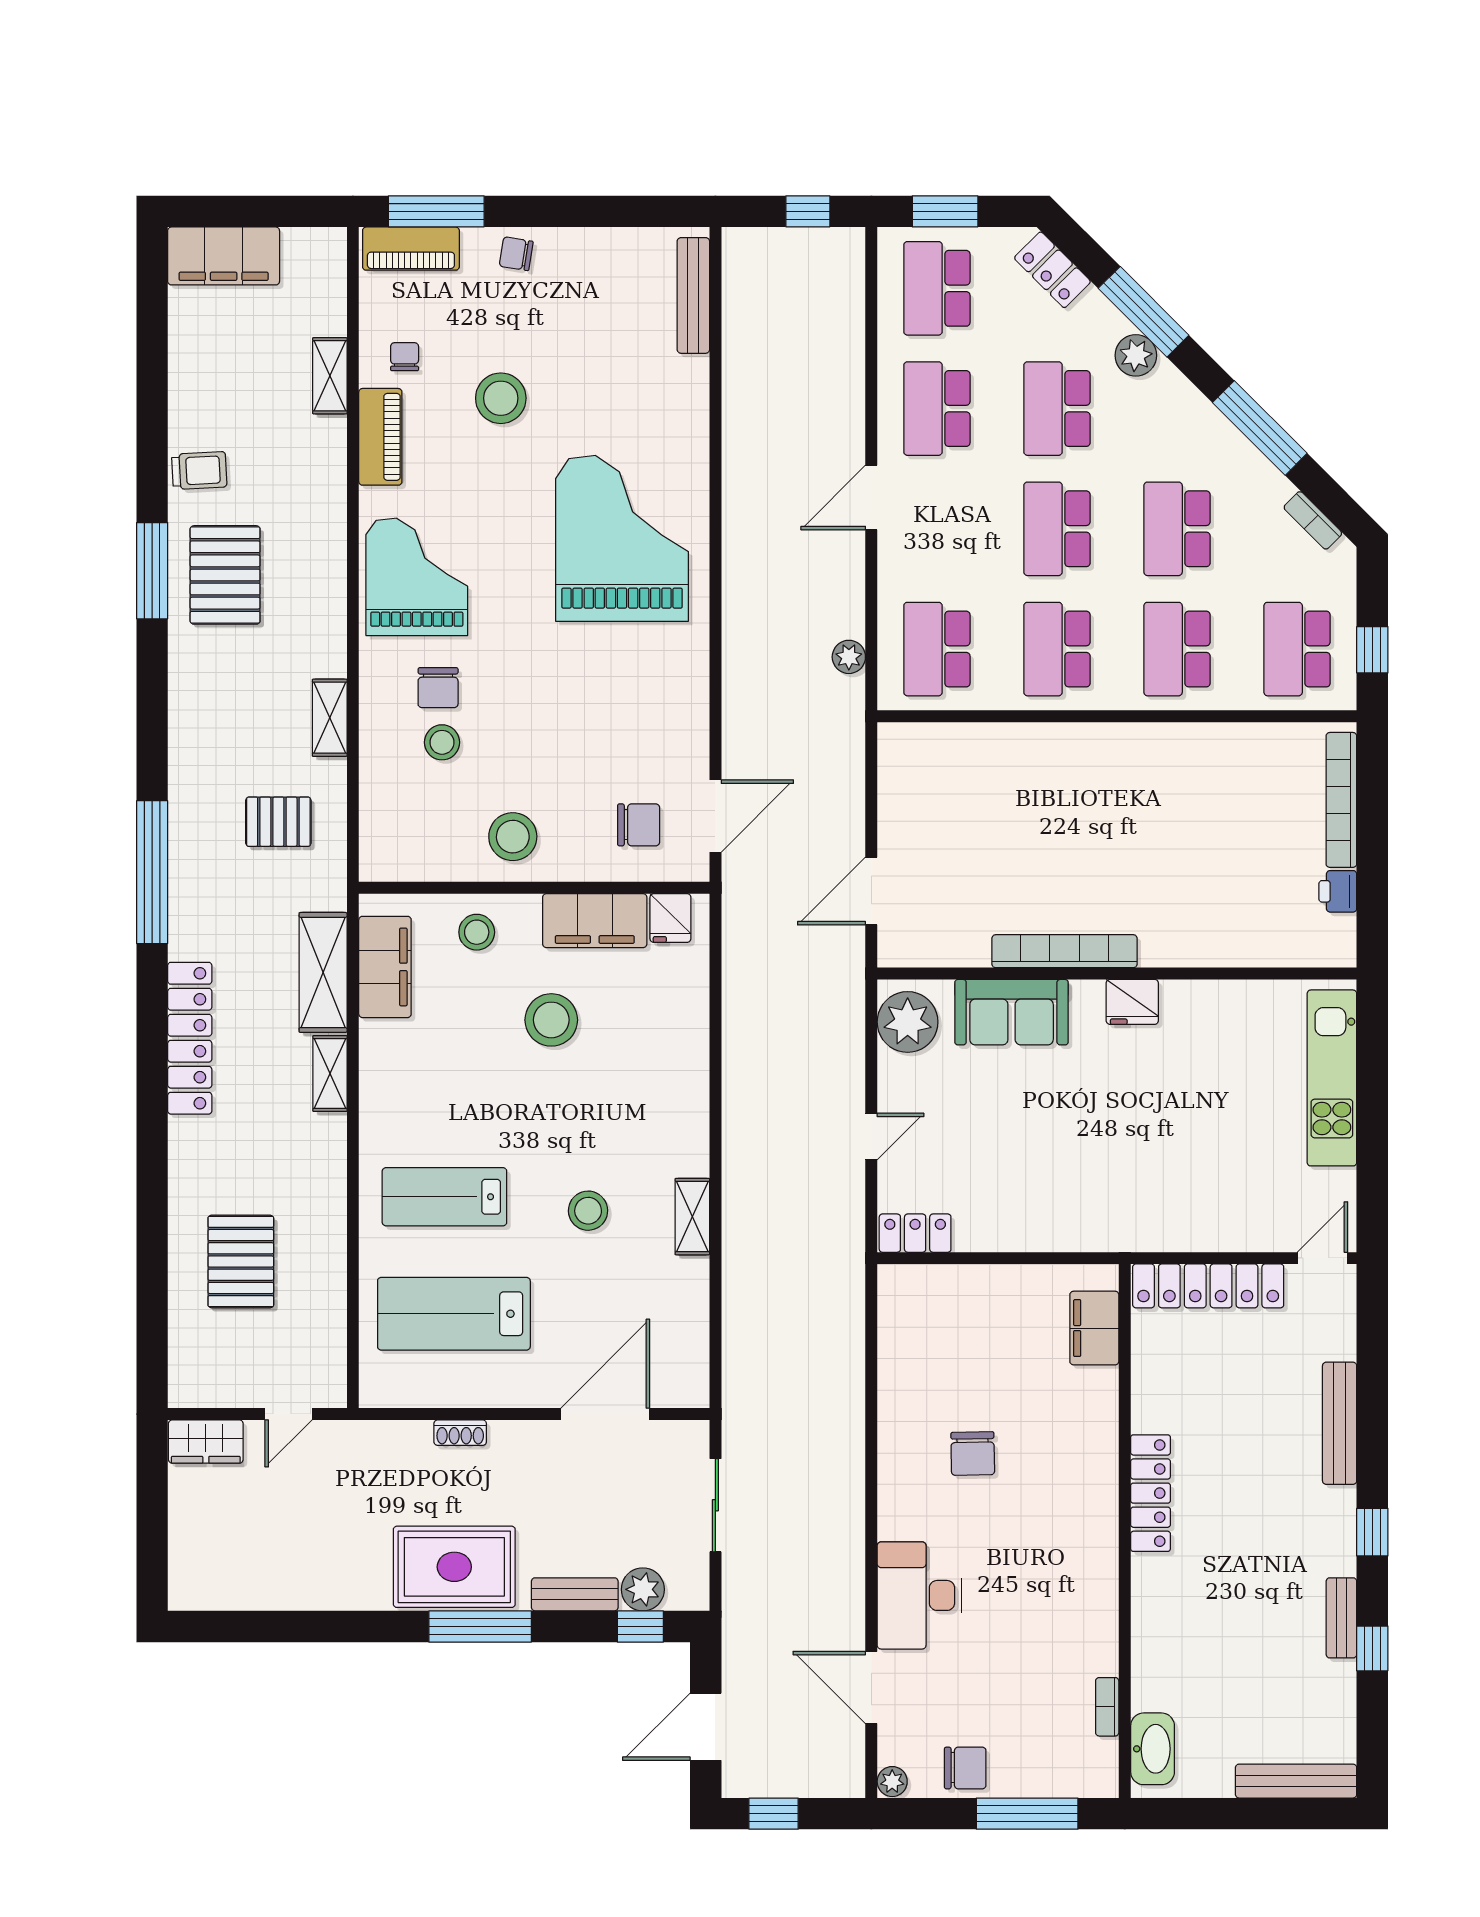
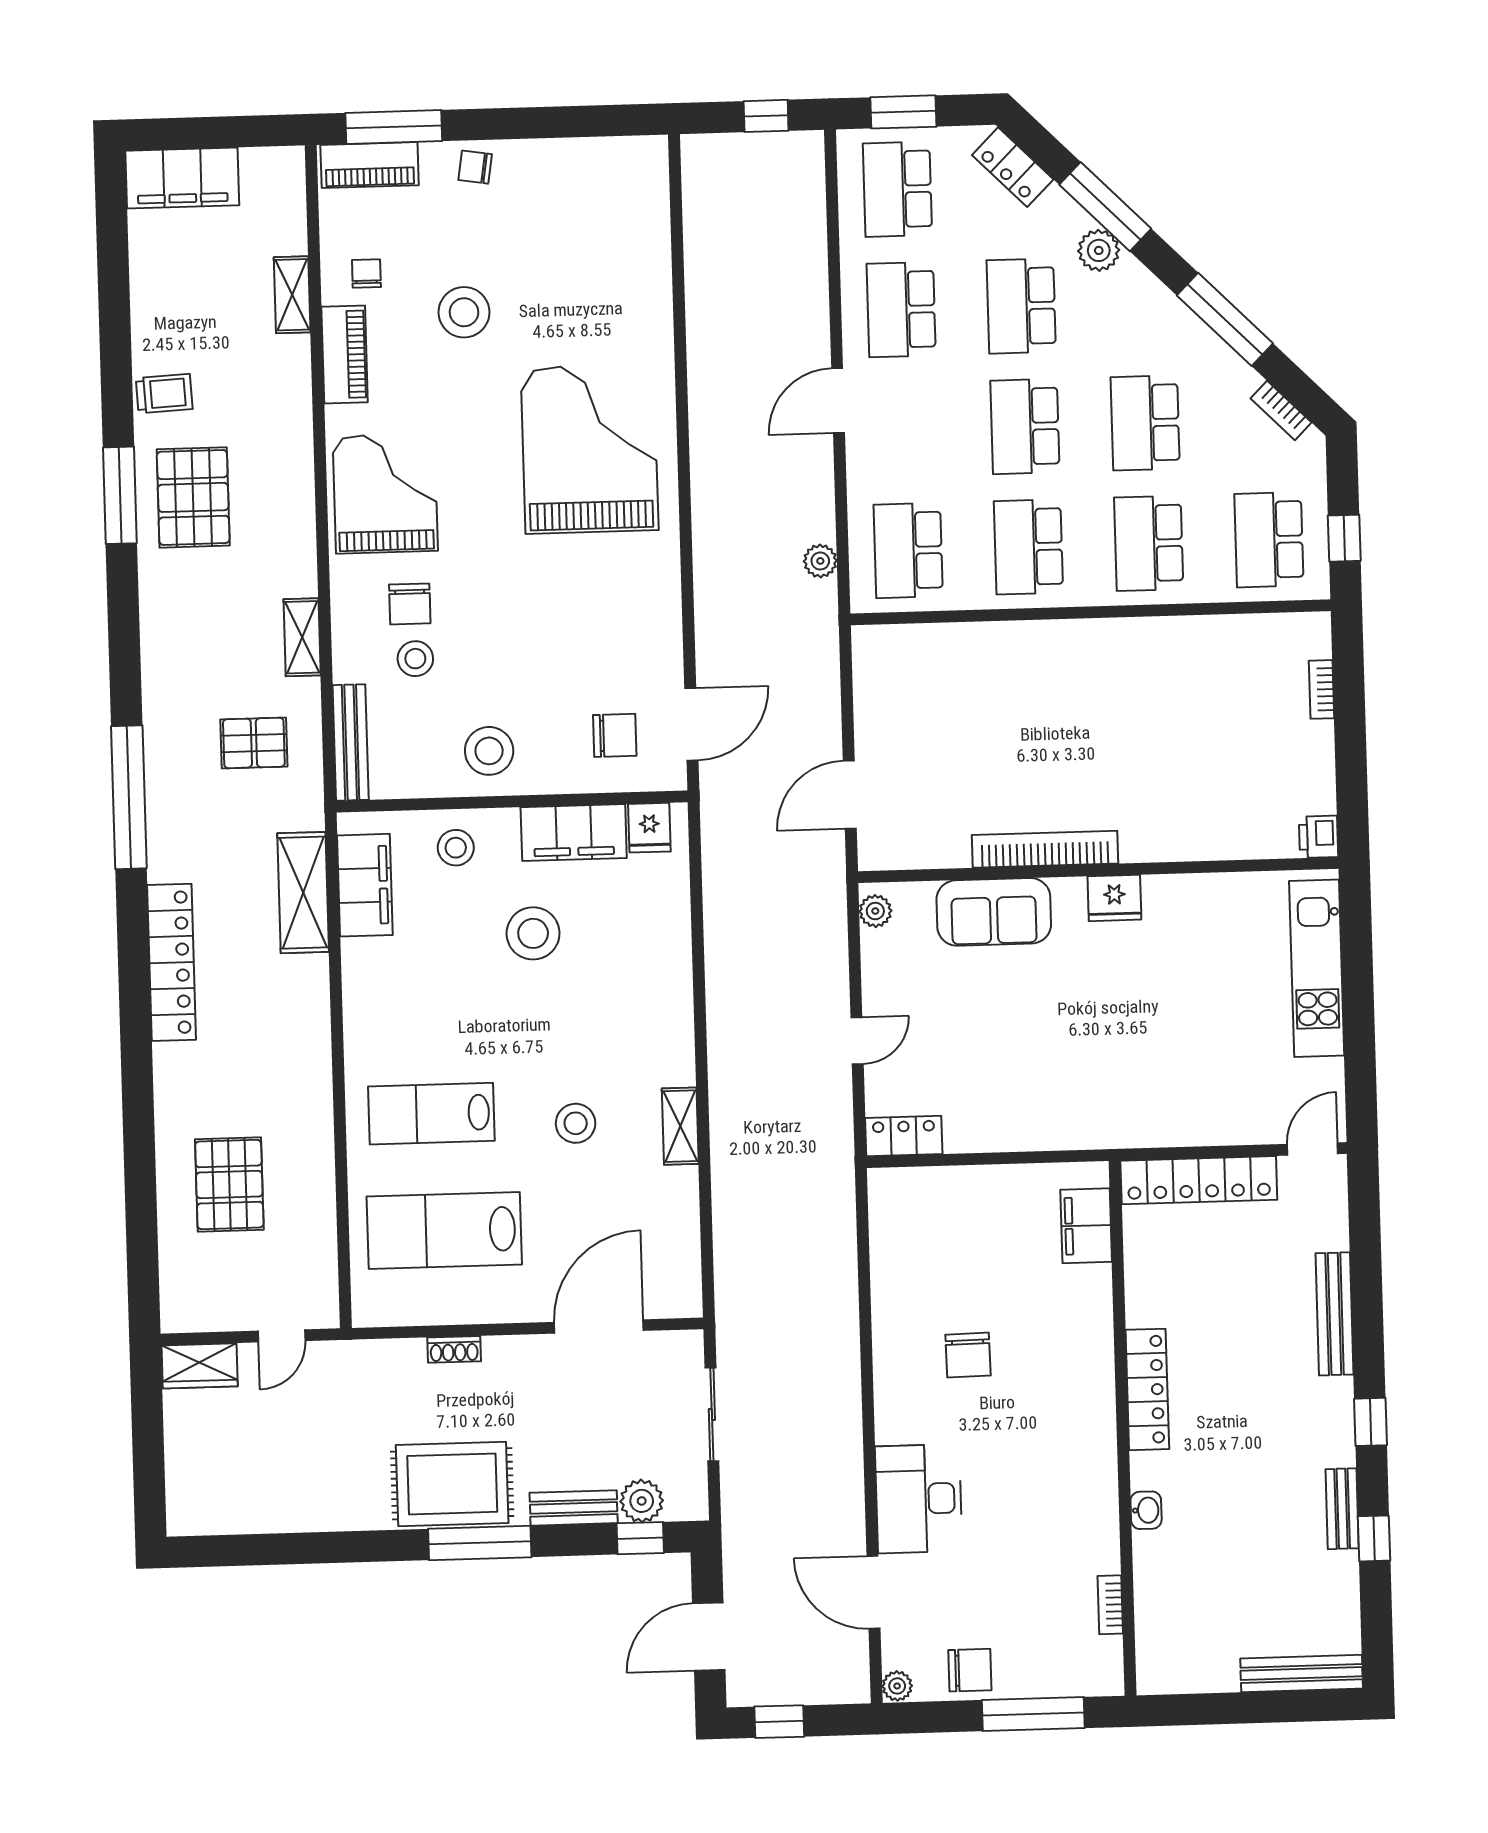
bench: (693, 295) -> (351, 742), moved
bookcase: (1341, 800) -> (1321, 689), width x0.43, depth x0.76
printer: (1338, 891) -> (1319, 837), moved
plant: (908, 1022) -> (875, 911), width x0.53, depth x0.53
shelving: (330, 1073) -> (313, 994), removed
washbasin: (1153, 1749) -> (1146, 1510), moved, width x0.52, depth x0.69

